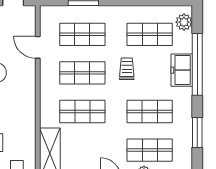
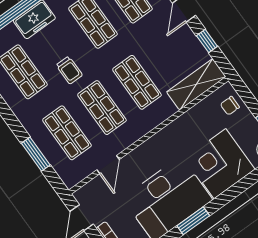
trolley: (127, 69) -> (69, 70), turned -90

